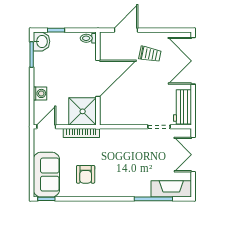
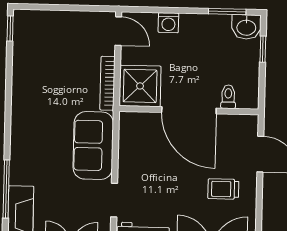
toilet: (88, 38) -> (228, 97), moved
trolley: (150, 54) -> (223, 189), turned 79
armchair: (86, 174) -> (45, 88), removed
sofa: (46, 175) -> (93, 146), moved, turned 90

